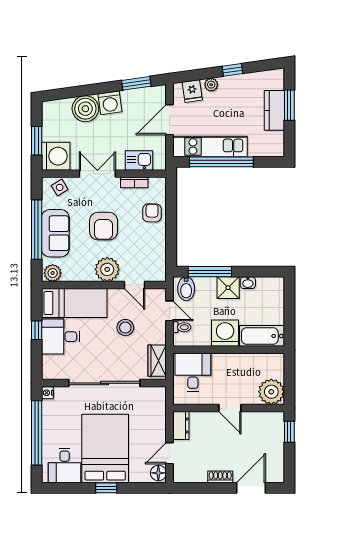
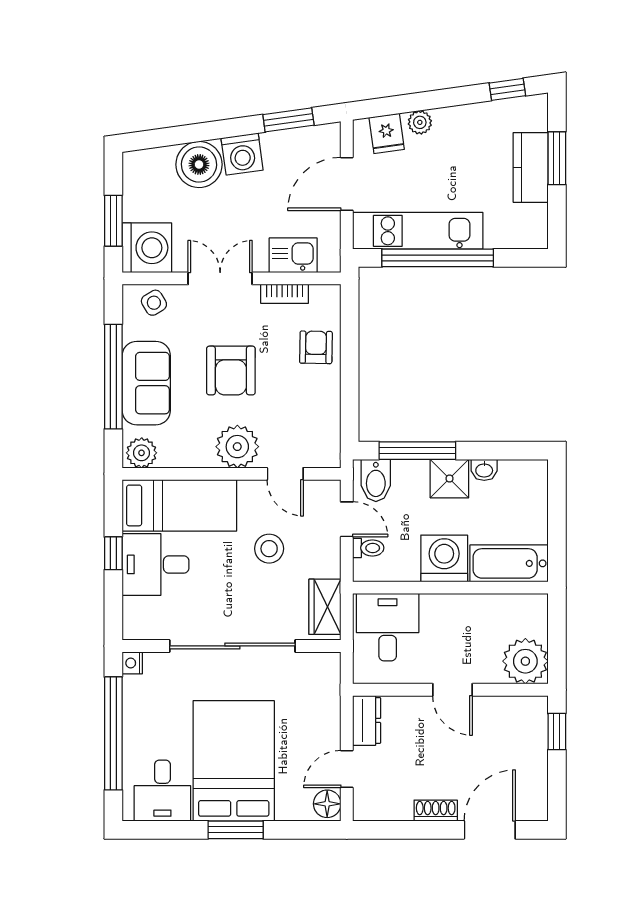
window: (232, 70) -> (507, 89), moved
window: (106, 488) -> (236, 830), width x1.50

